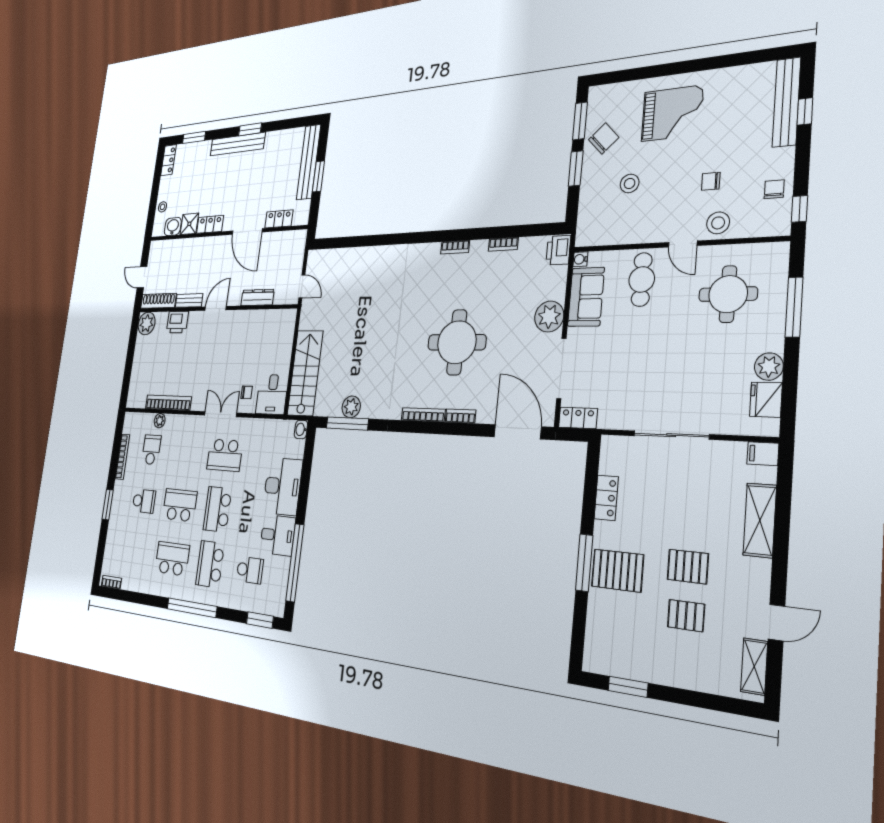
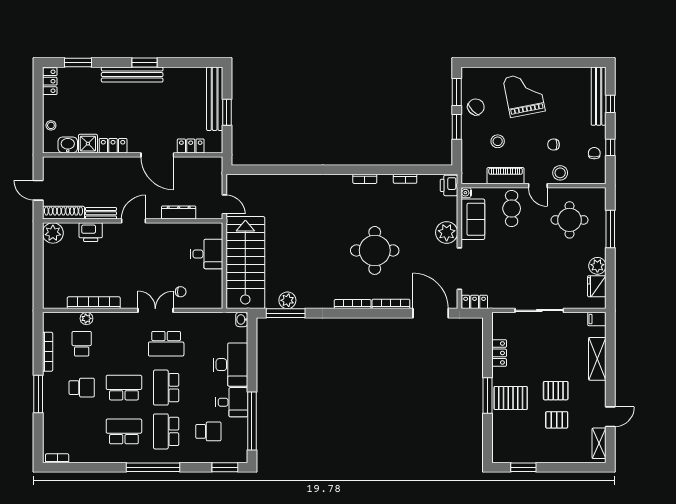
grand piano: (672, 113) -> (524, 95), turned -101
window: (800, 209) -> (610, 147), moved
piano: (637, 232) -> (506, 176), added
stairs: (305, 373) -> (245, 263), width x1.36, depth x1.51
desk: (272, 394) -> (207, 254), moved, turned -90
bookcase: (460, 416) -> (391, 304), width x1.56
window: (108, 505) -> (38, 394), width x1.44

